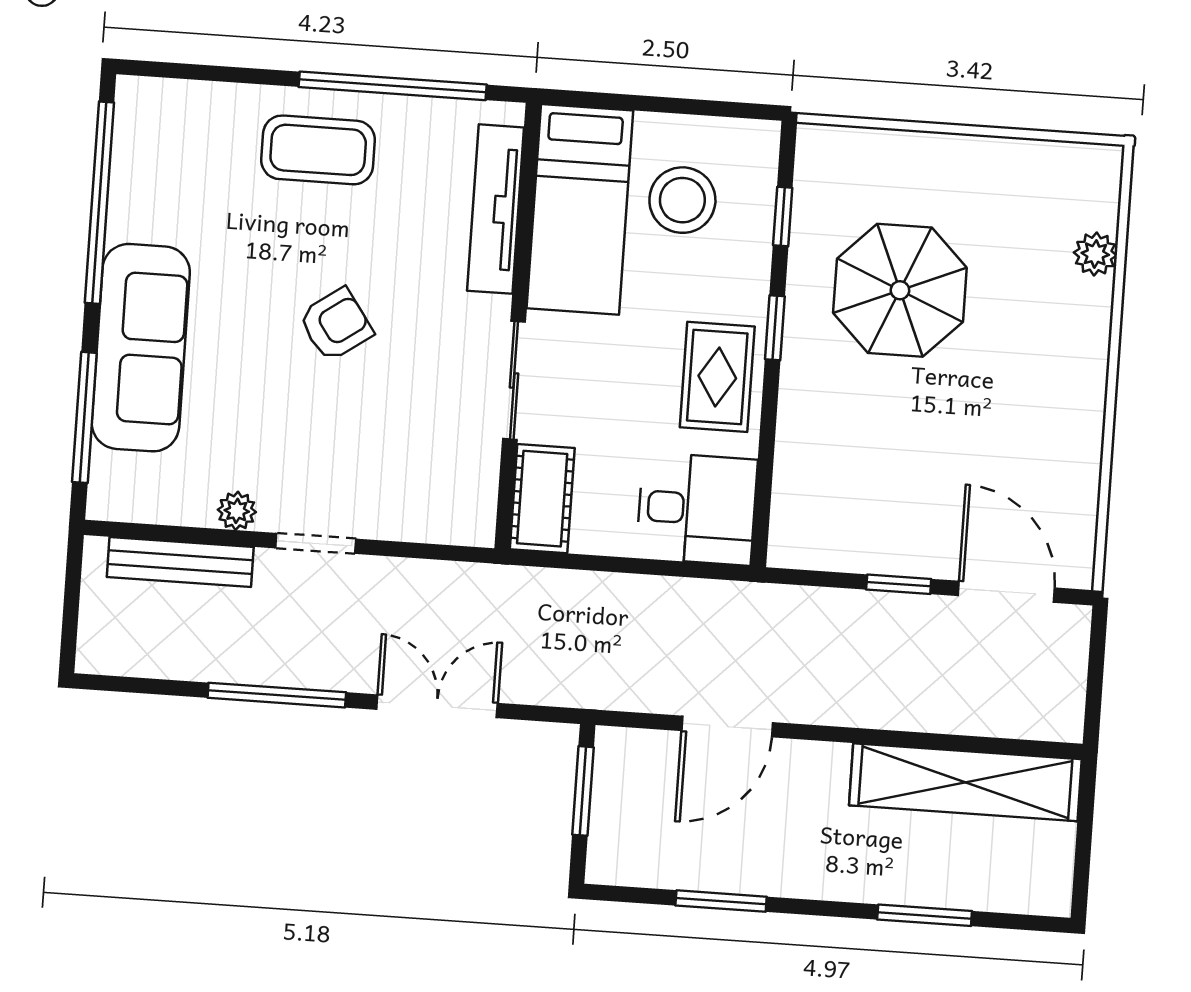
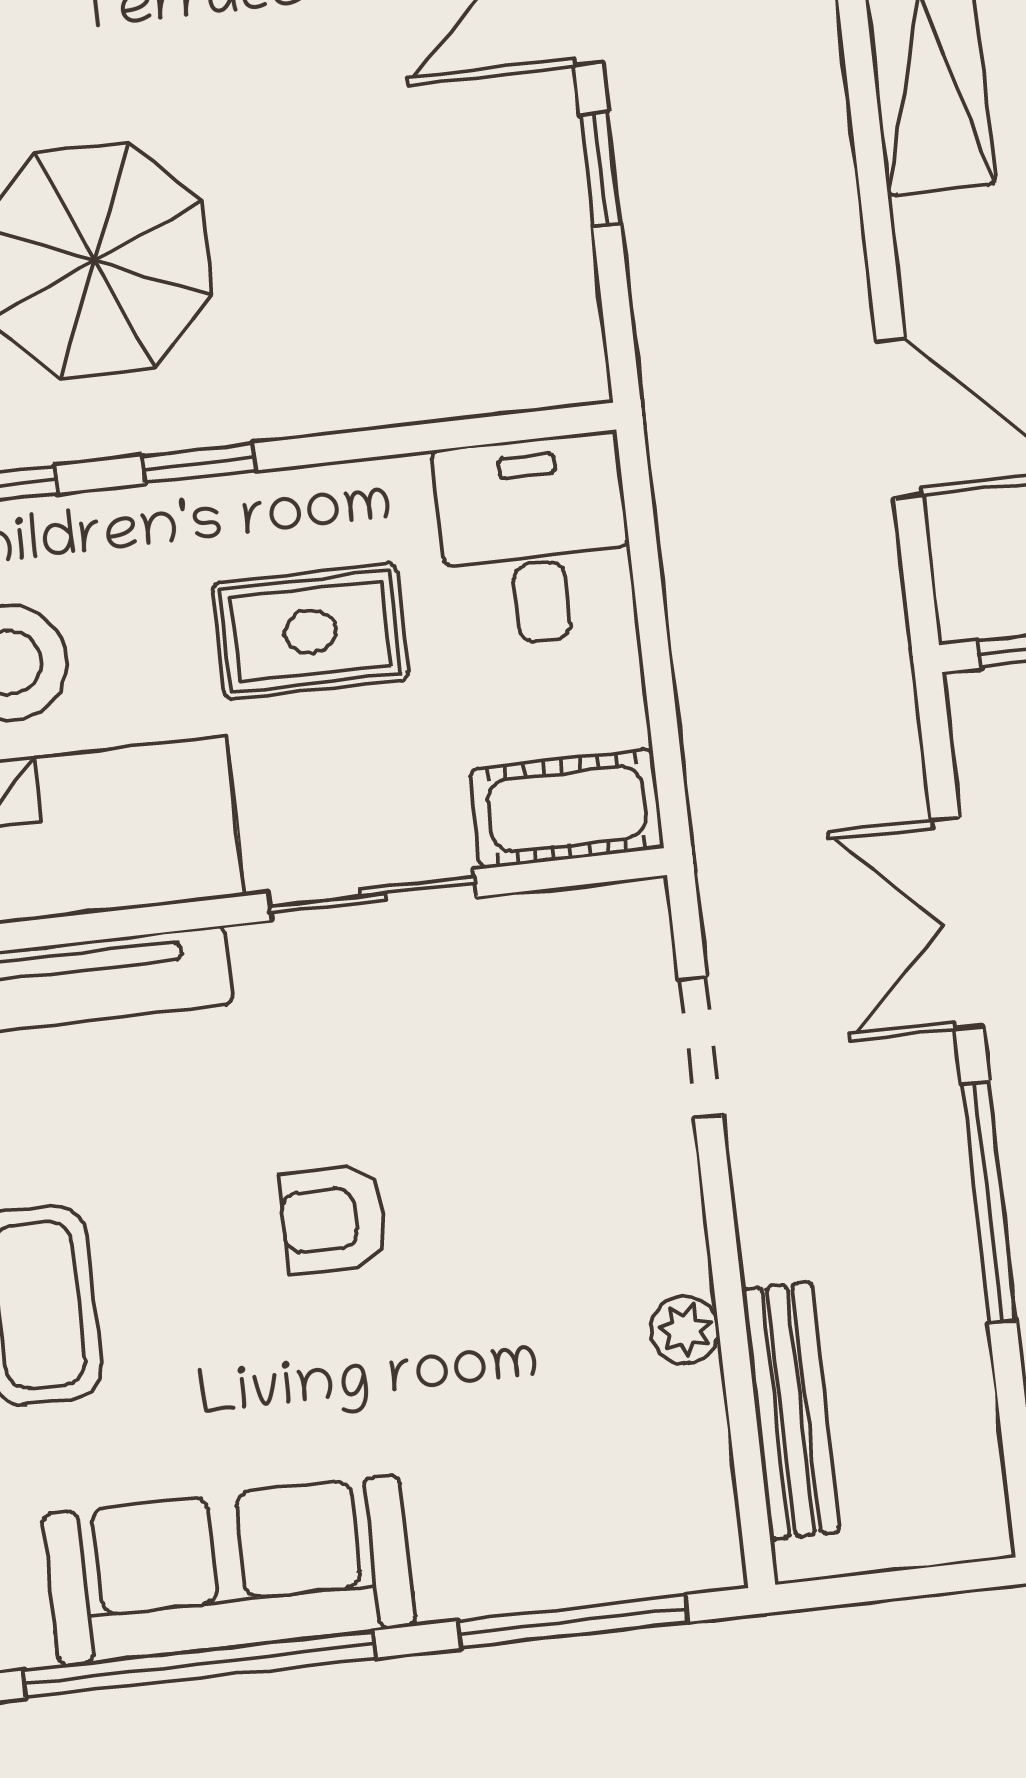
armchair: (336, 325) -> (333, 1219), turned -55
sofa: (141, 348) -> (229, 1570), moved
rug: (717, 377) -> (310, 631), moved
doorway: (316, 543) -> (700, 1047), moved

